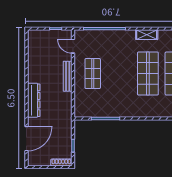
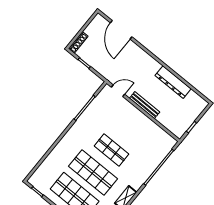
door: (73, 46) -> (118, 91), moved
shop shelf: (93, 74) -> (112, 150), moved
dresser: (34, 100) -> (173, 82), moved

